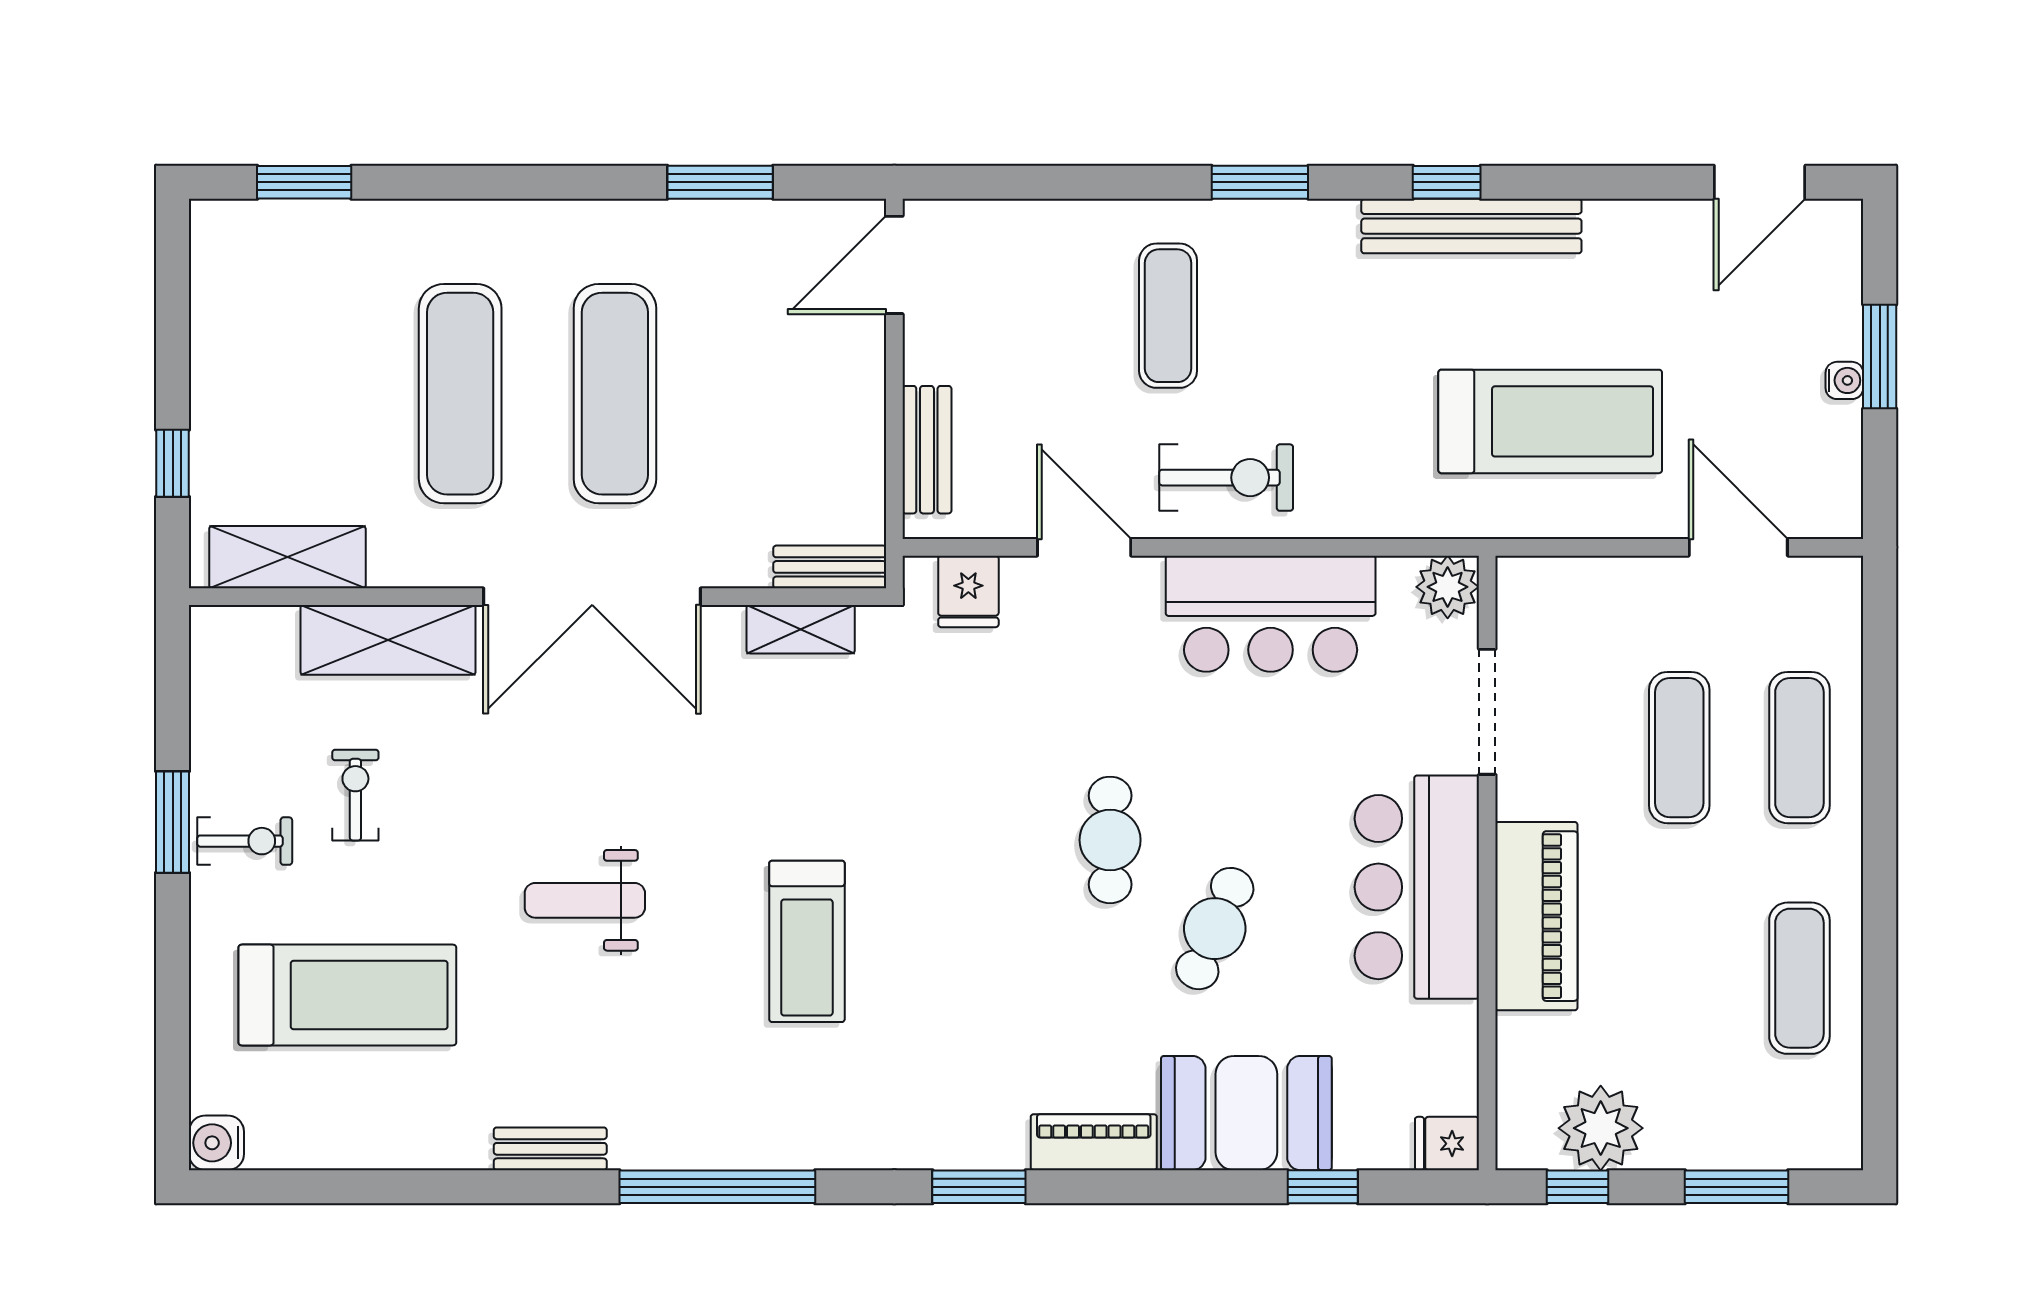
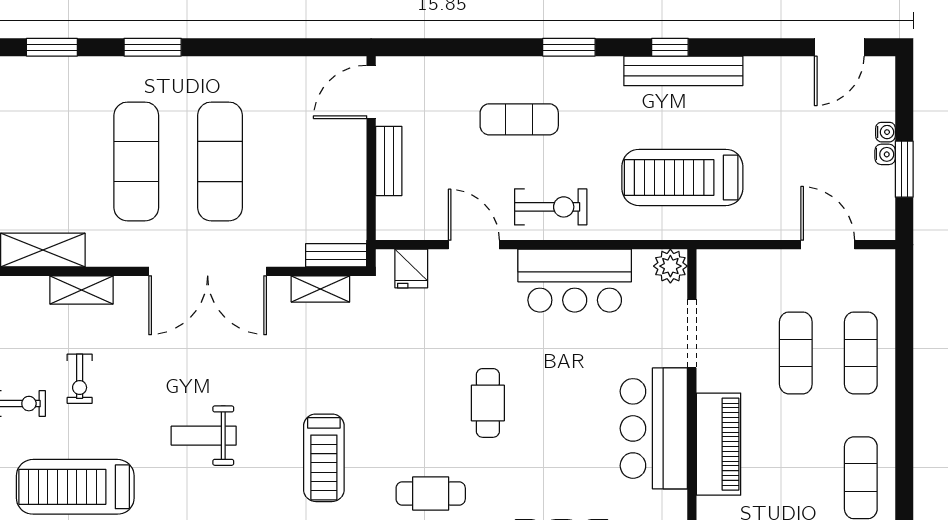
window: (720, 182) -> (153, 47), moved
exercise mat: (1168, 316) -> (519, 119), turned 90
water cooler: (1845, 339) -> (885, 132), added
window: (1880, 357) -> (904, 169), moved
treadmill: (1550, 421) -> (682, 177), moved, turned 180
bench: (927, 450) -> (389, 161), moved
shelving: (388, 640) -> (81, 290), width x0.67, depth x0.75
exercise bike: (355, 795) -> (80, 379), turned 180
cafe table: (1215, 929) -> (431, 493), moved, turned 67
treadmill: (347, 995) -> (75, 487), turned 180

